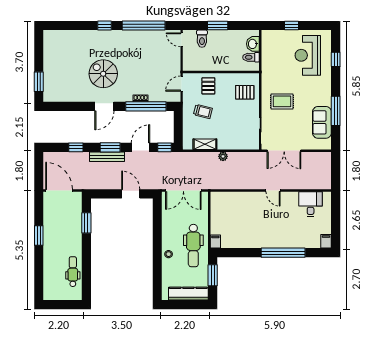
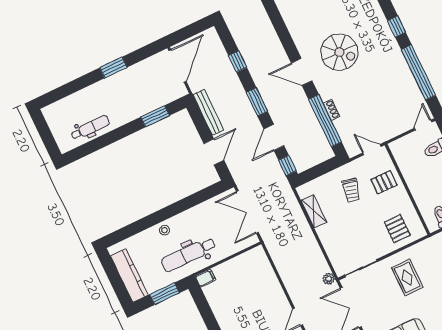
spiral stairs: (103, 74) -> (339, 52), turned 90
door: (141, 147) -> (274, 137), swing flipped
plant: (223, 156) -> (329, 279), moved
bench: (107, 157) -> (208, 112), moved

